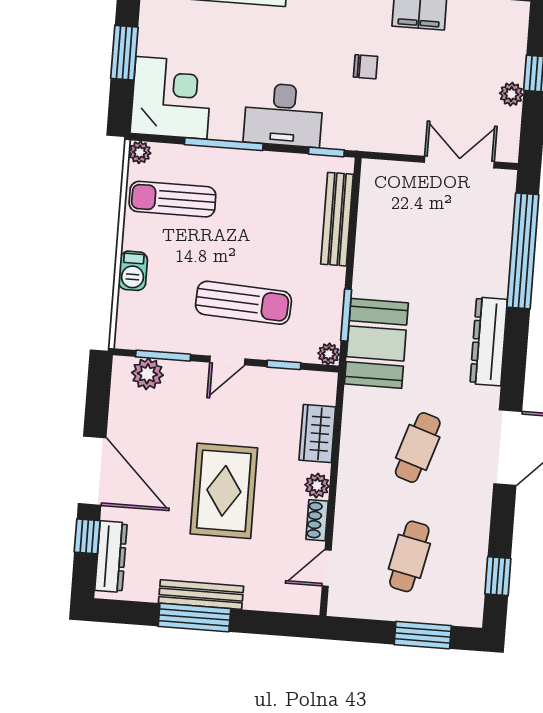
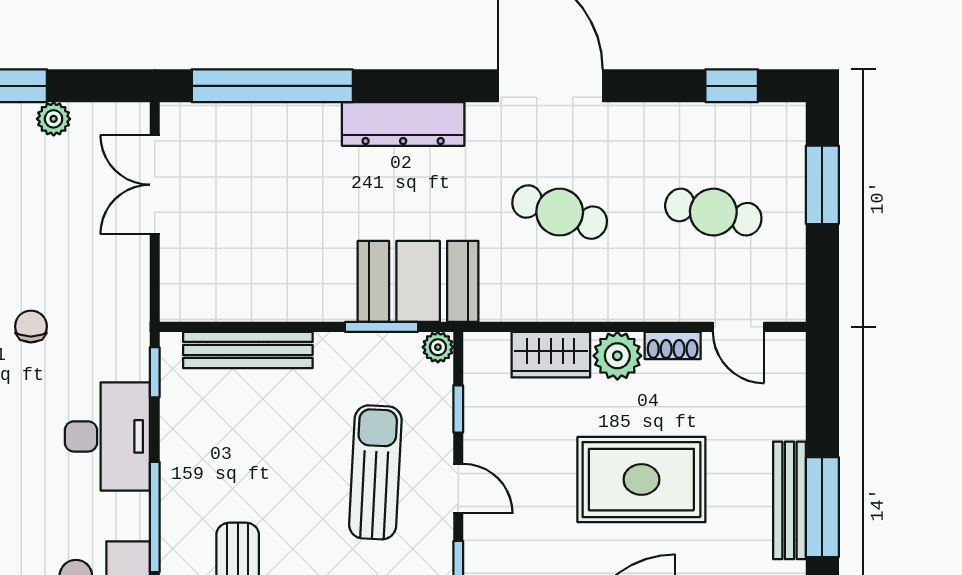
plant: (317, 485) -> (617, 356), width x1.38, depth x1.38

